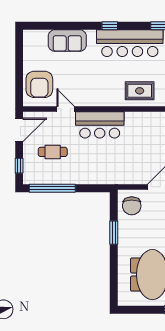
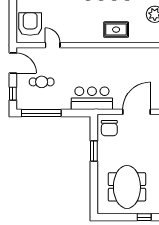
armchair: (39, 84) -> (30, 24), turned 180
bar counter: (100, 125) -> (92, 98), moved, turned 180
door: (19, 130) -> (13, 63), hinge flipped

